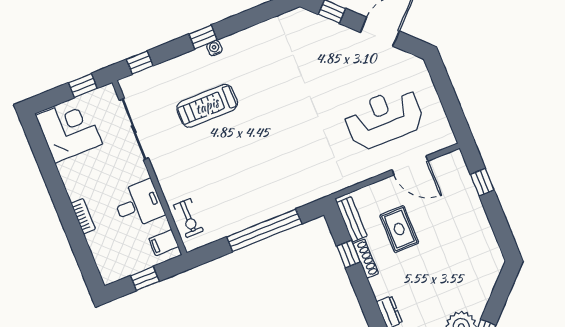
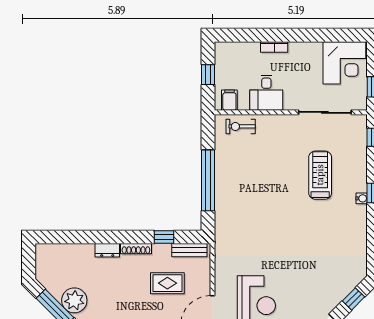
shoe rack: (366, 259) -> (136, 249), moved

